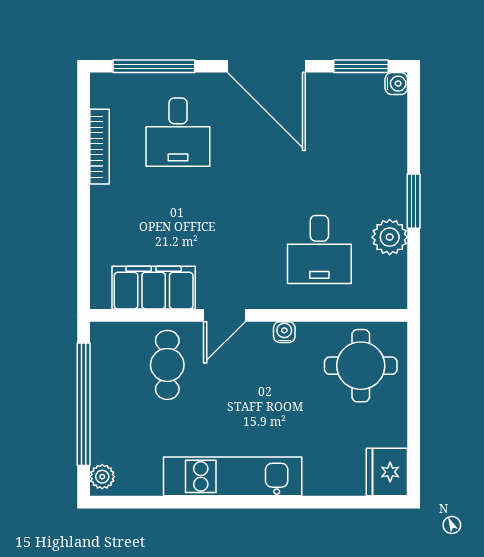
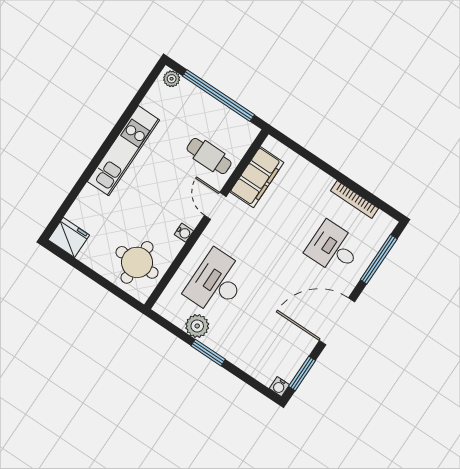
desk: (319, 250) -> (216, 283), width x1.37

